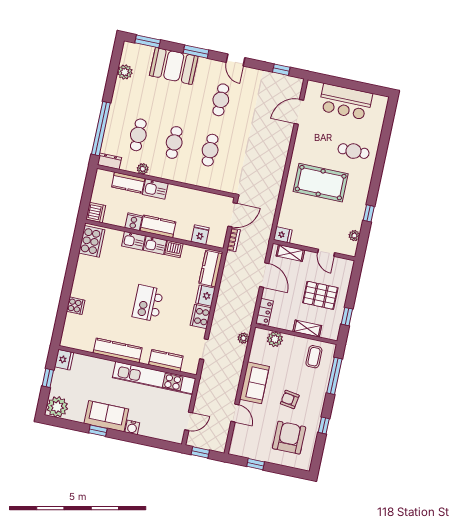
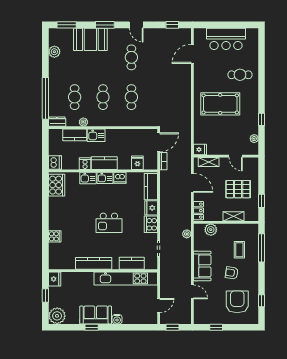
kitchen island: (148, 303) -> (109, 223), turned -90
coffee table: (314, 357) -> (239, 250), moved
window: (324, 426) -> (262, 301), moved

